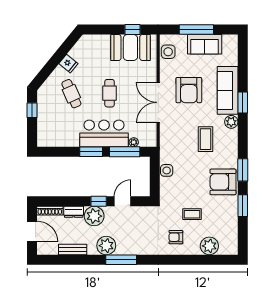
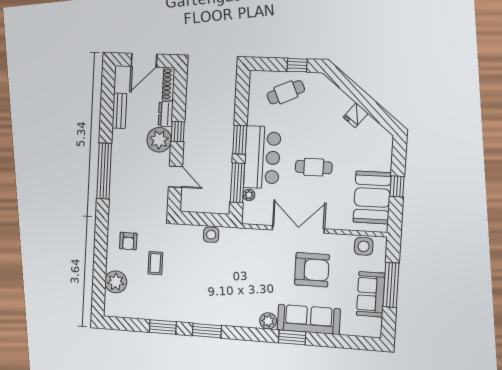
window: (132, 29) -> (397, 186), moved
armchair: (189, 90) -> (312, 270), turned 180
cafe table: (71, 94) -> (286, 92), moved
coffee table: (205, 139) -> (248, 287), removed
armchair: (223, 182) -> (193, 305), removed
window: (99, 201) -> (178, 132), moved
armchair: (176, 237) -> (128, 241), turned 180
plant: (106, 246) -> (122, 153), removed
window: (121, 260) -> (104, 171), width x1.46

